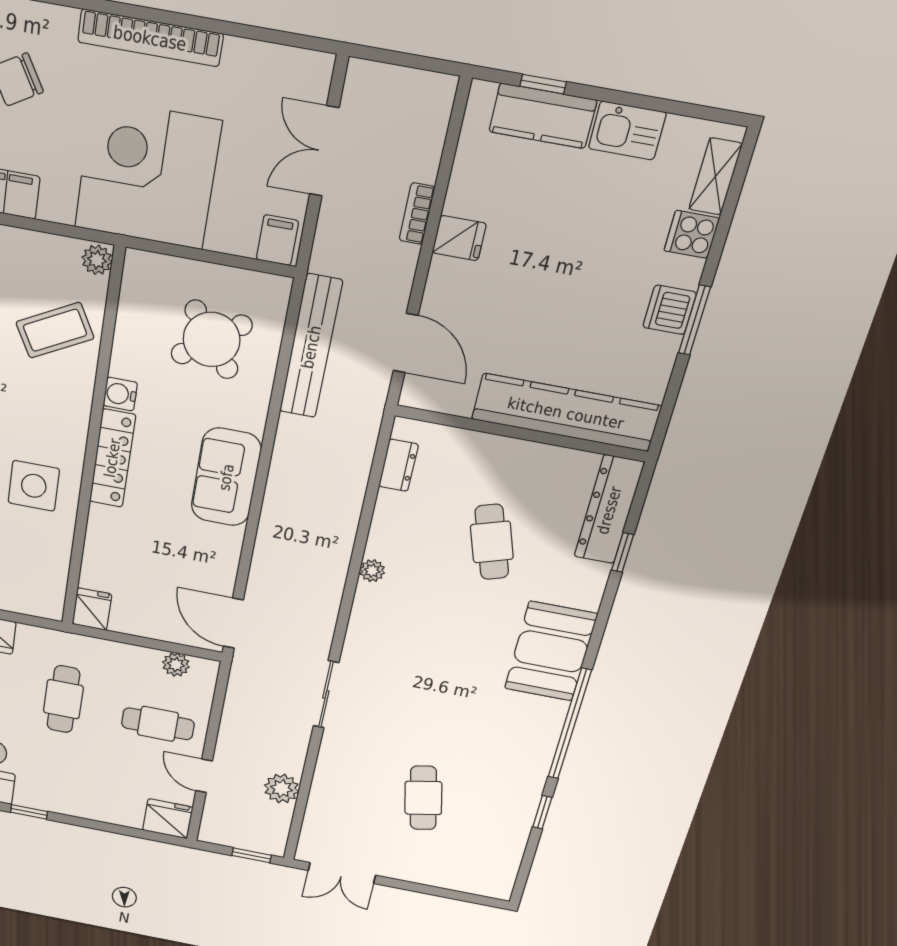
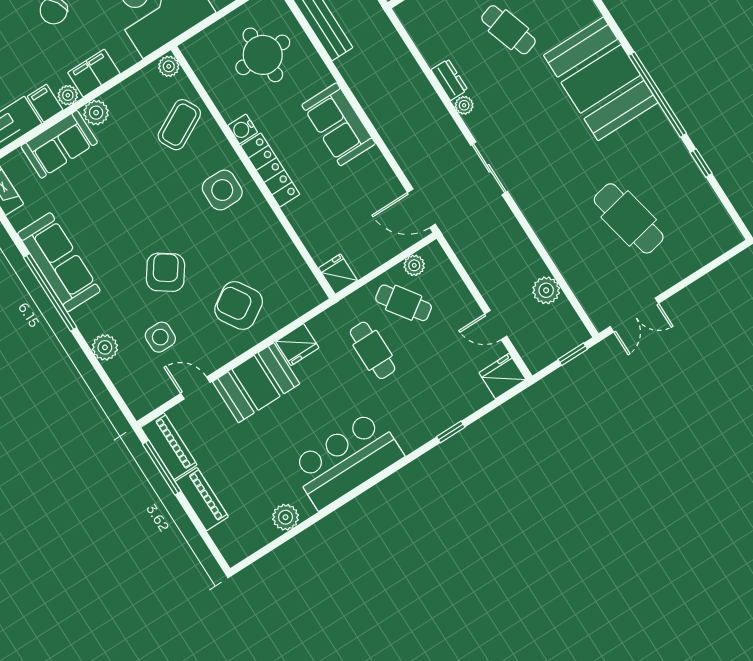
round table: (212, 339) -> (263, 55), turned 37
dresser: (398, 465) -> (449, 80), moved
side table: (34, 486) -> (222, 190), moved
booth: (551, 651) -> (601, 79), width x1.36, depth x1.42
sliding door: (326, 694) -> (489, 168), moved
cafe table: (158, 724) -> (404, 303), moved, turned 55
cafe table: (423, 798) -> (629, 218), width x1.37, depth x1.35
window: (29, 812) -> (451, 432), moved

